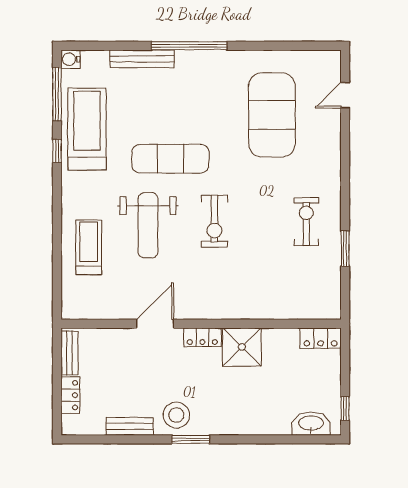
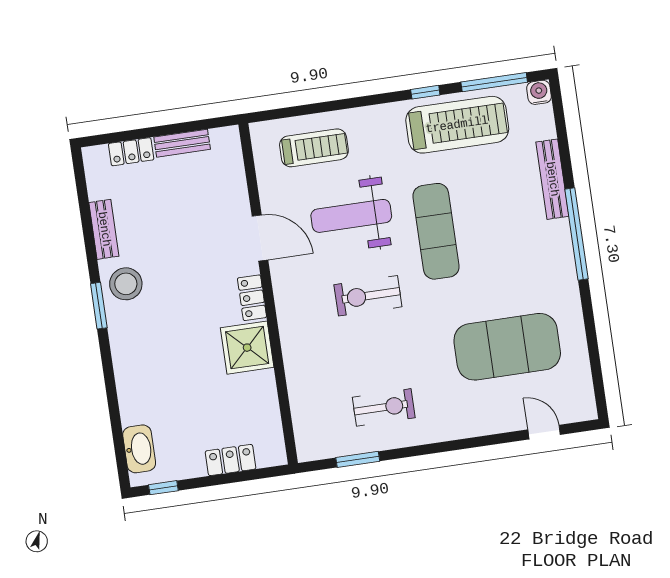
door: (155, 324) -> (260, 238), moved
wall: (201, 324) -> (268, 294), moved
locker: (202, 337) -> (252, 298), moved
locker: (321, 338) -> (231, 460), moved, turned 90
shower: (242, 347) -> (247, 348), moved

